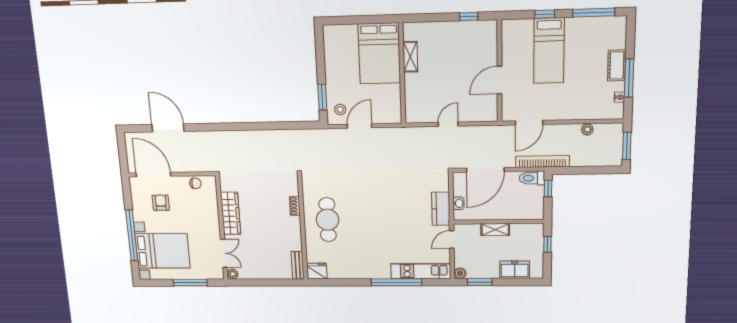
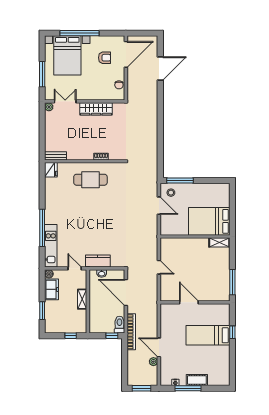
window: (594, 13) -> (232, 364), removed
window: (469, 16) -> (232, 282), width x2.17
shelving: (410, 57) -> (219, 242), moved
window: (322, 97) -> (180, 181), width x1.44
door: (529, 123) -> (159, 347), moved
double door: (224, 253) -> (65, 101), swing flipped
freezer: (515, 270) -> (51, 289), moved
window: (480, 282) -> (42, 311), moved

